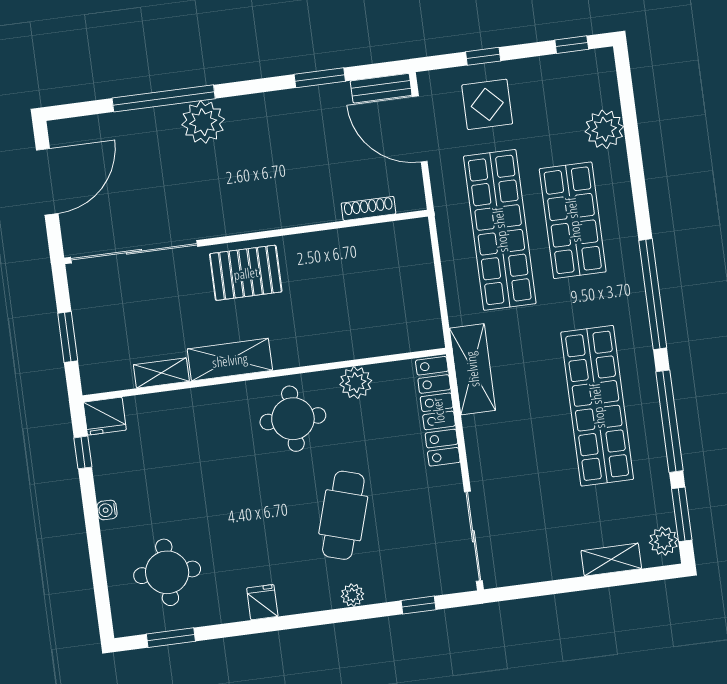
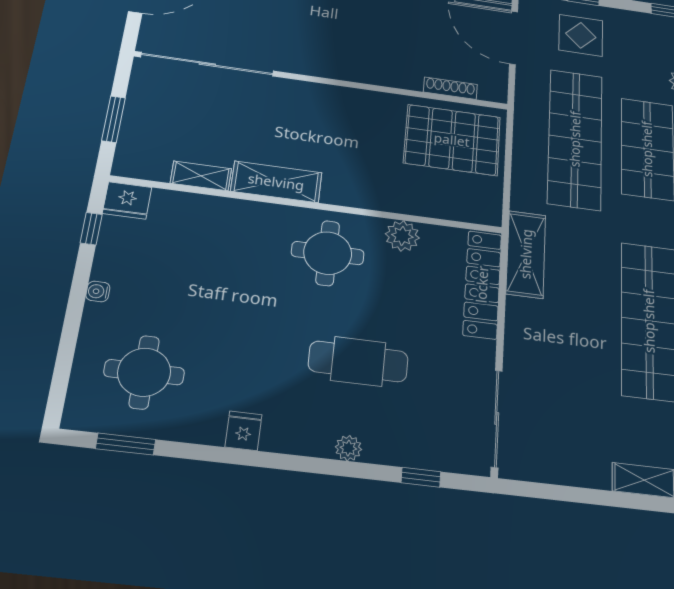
pallet: (246, 273) -> (452, 140), moved, width x1.37, depth x1.41
cafe table: (343, 515) -> (358, 361), turned 73

